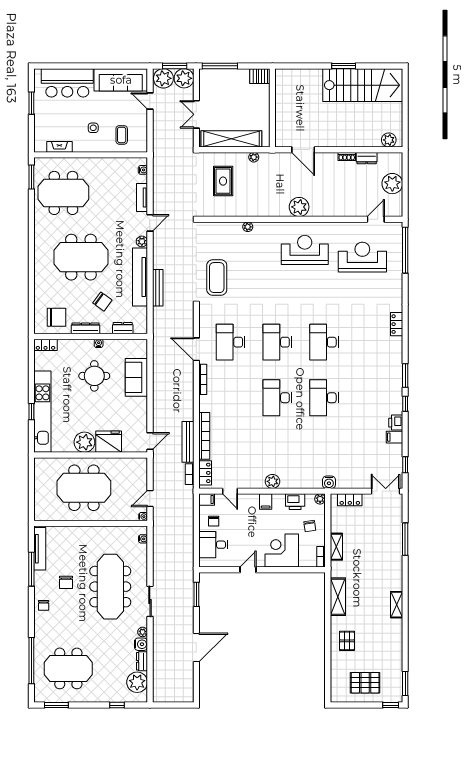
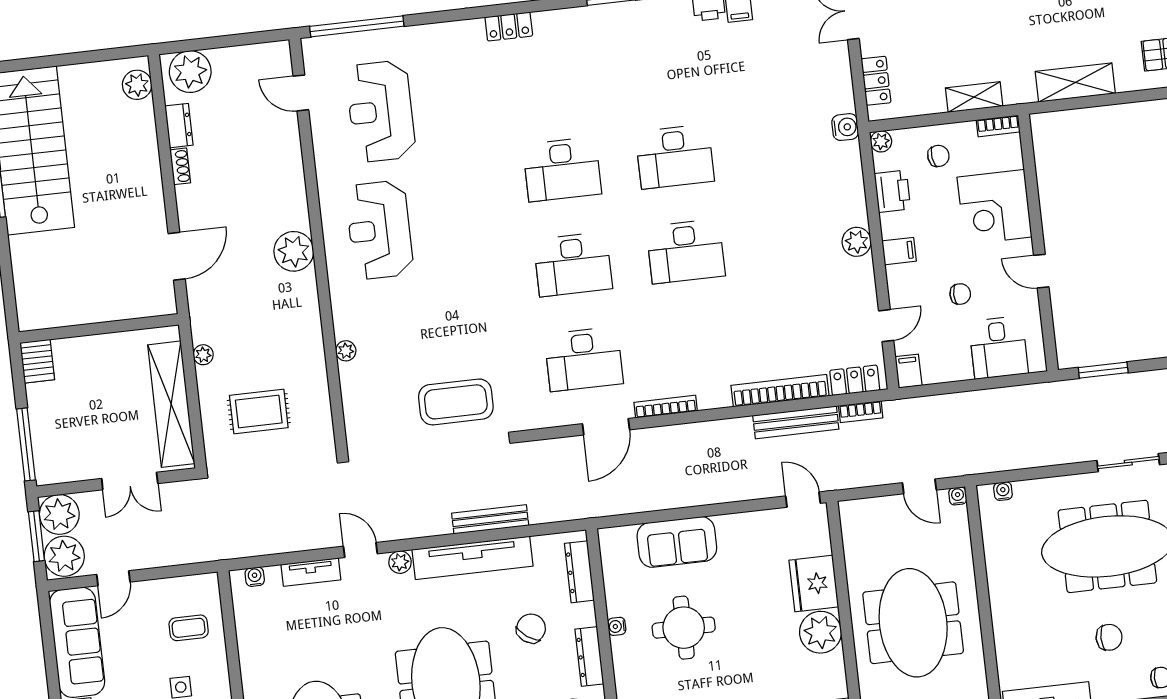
plant: (392, 184) -> (190, 72), moved
dresser: (123, 328) -> (579, 572), width x1.44
chair: (214, 521) -> (960, 294), moved

